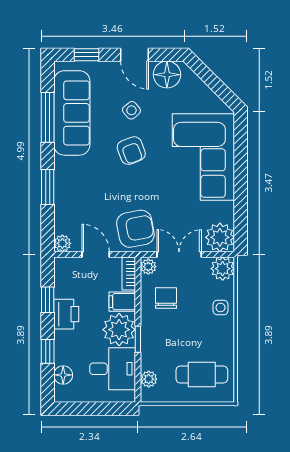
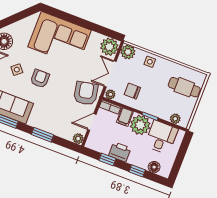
armchair: (131, 151) -> (40, 79), turned -69
cafe table: (202, 375) -> (184, 87), turned 90

